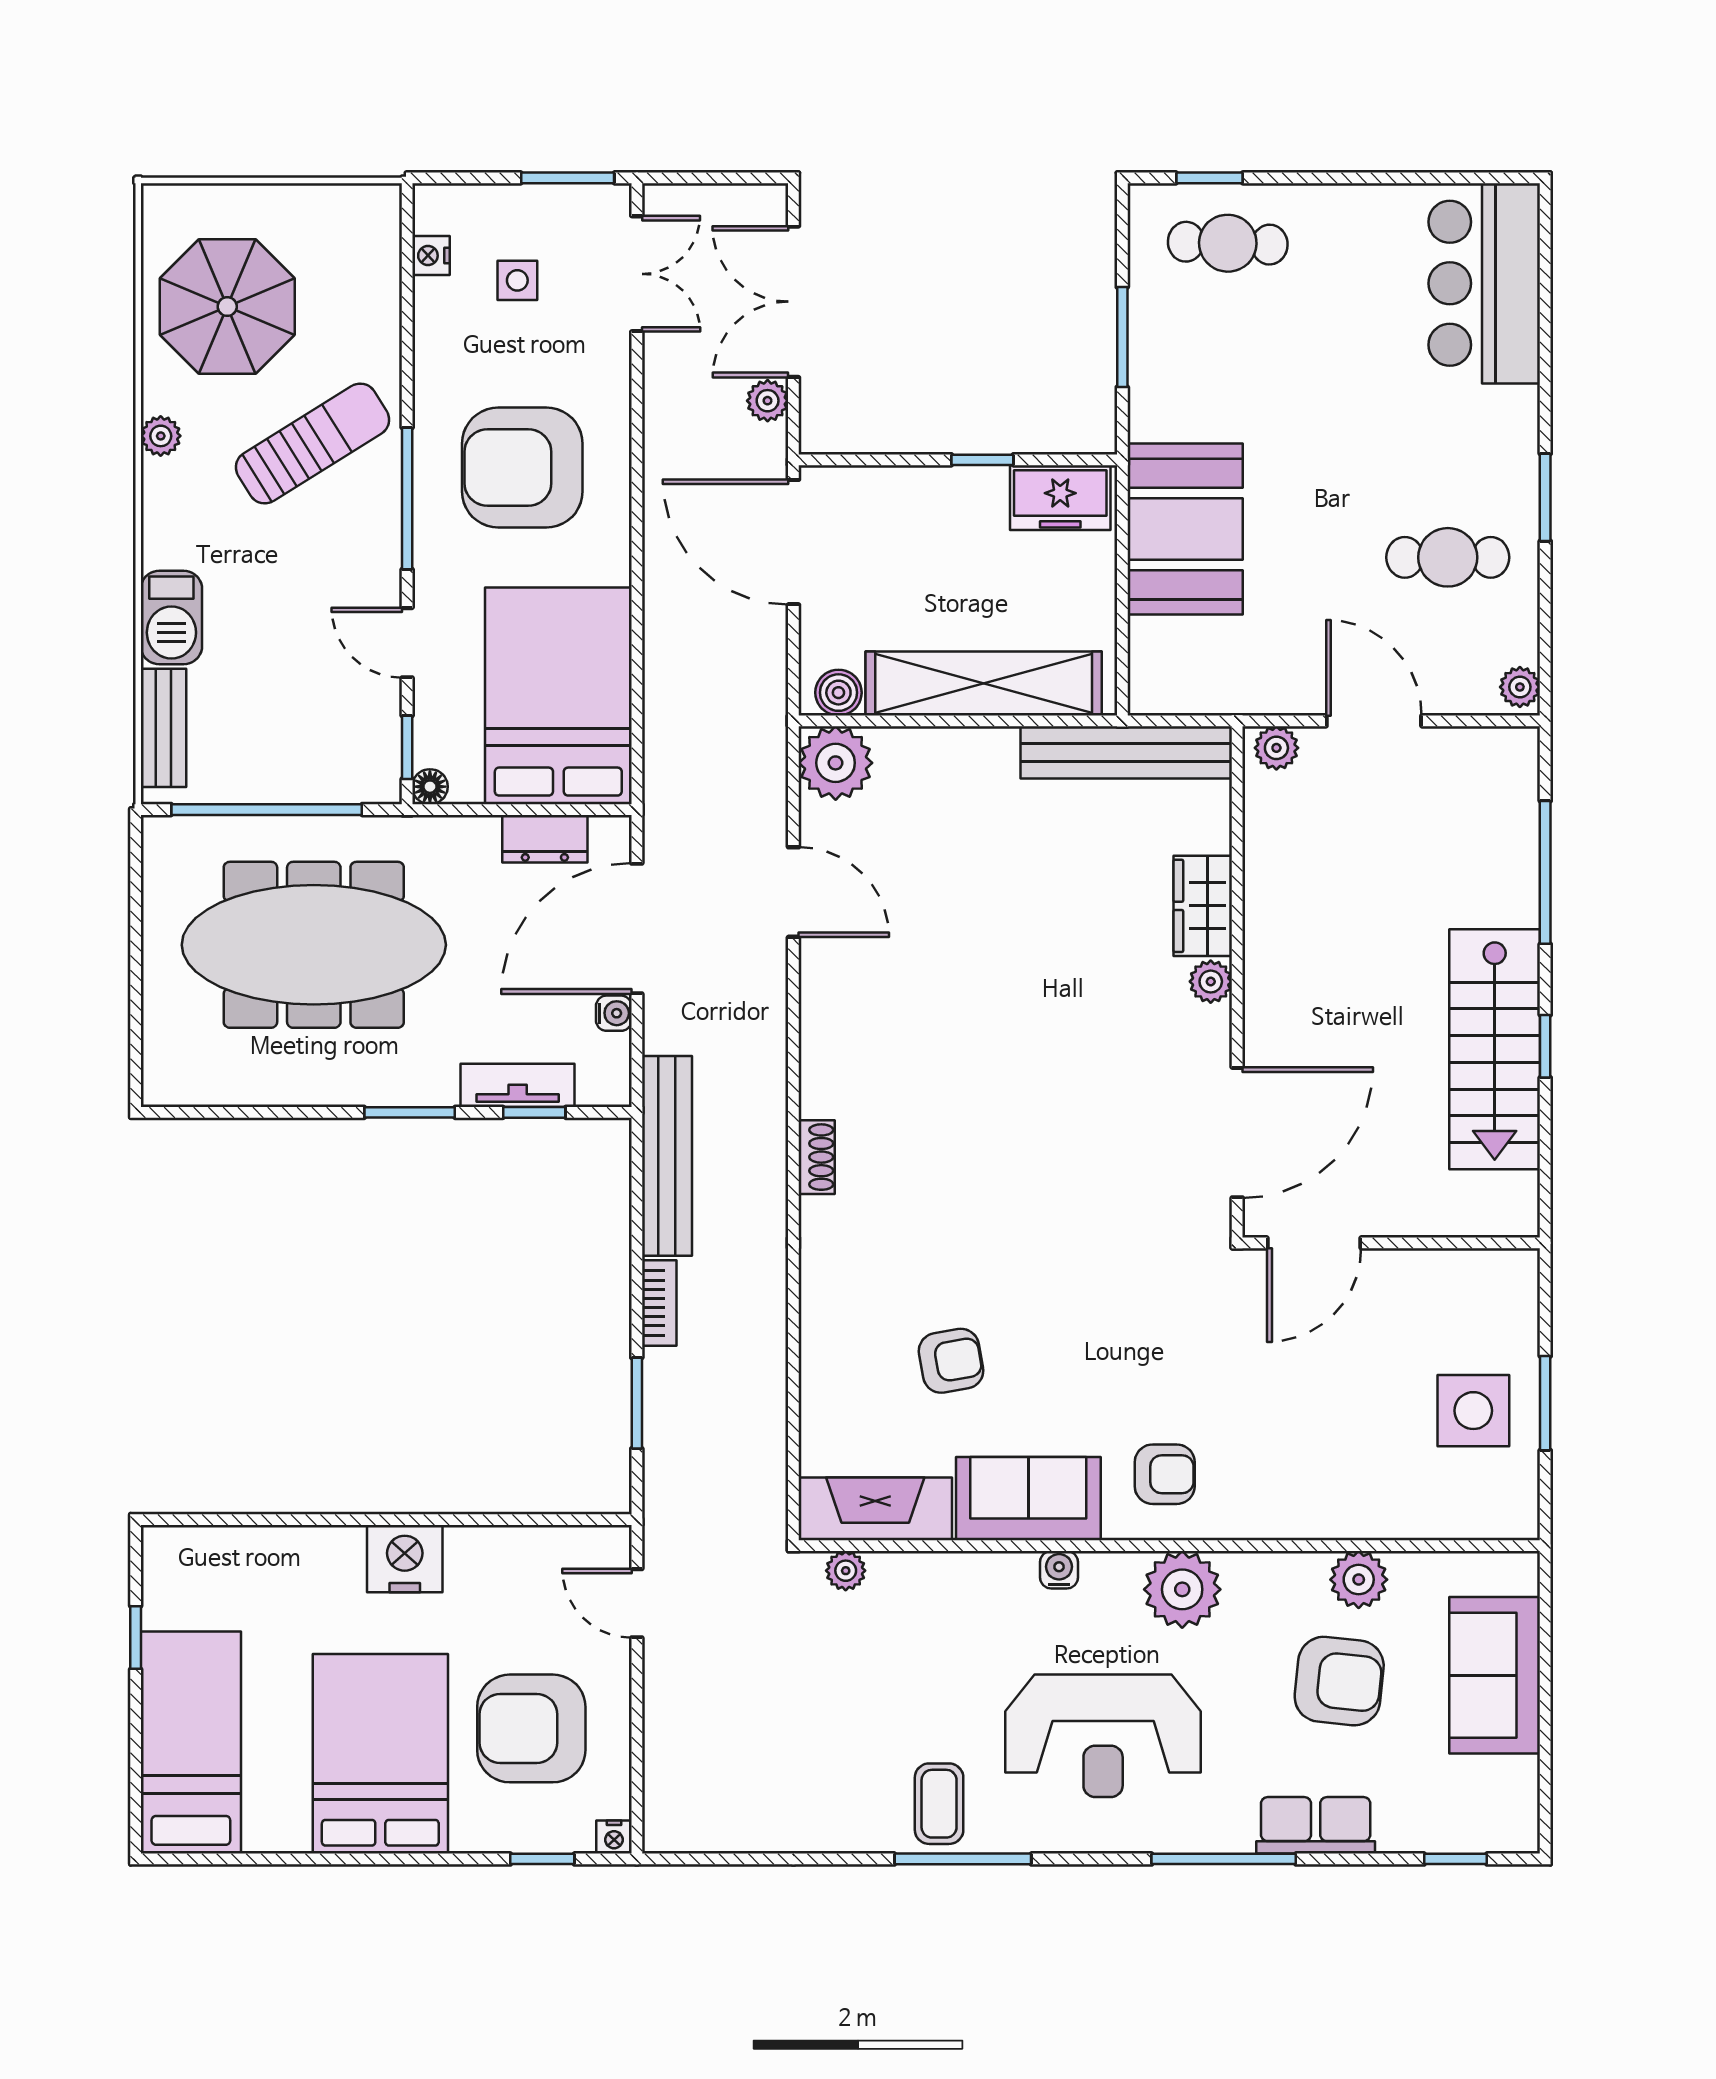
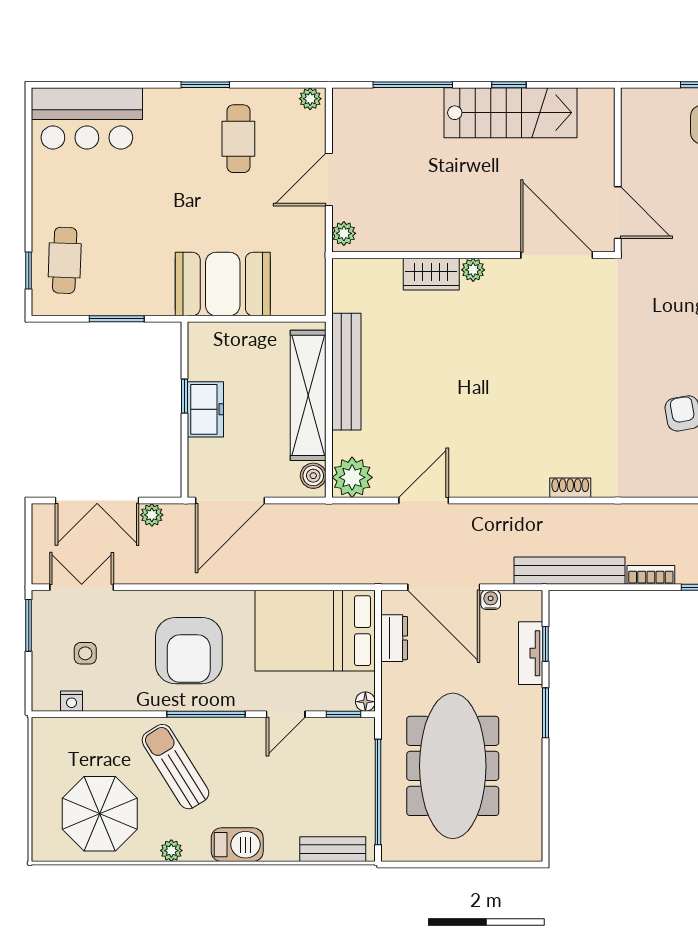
freezer: (1060, 498) -> (205, 409), moved
barbecue: (171, 618) -> (237, 845), moved
bench: (1126, 752) -> (346, 372), moved

